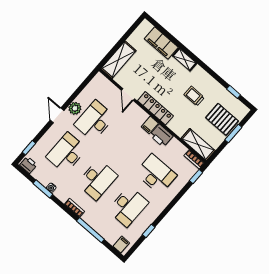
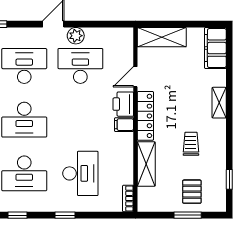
filing cabinet: (161, 43) -> (215, 48), moved
pallet: (222, 119) -> (192, 192), width x0.67, depth x0.71
printer: (161, 136) -> (123, 104), moved
shelving: (198, 145) -> (146, 164), moved
window: (196, 177) -> (65, 215), moved

